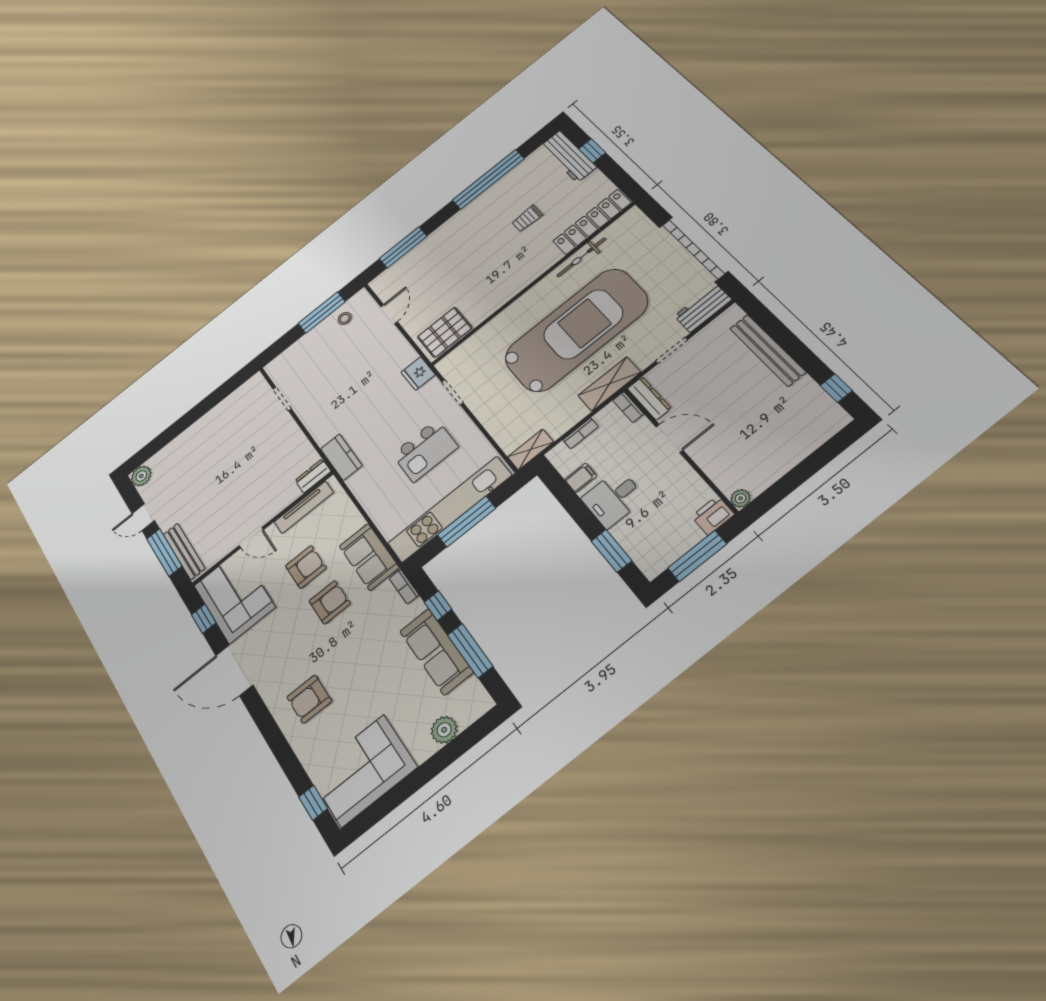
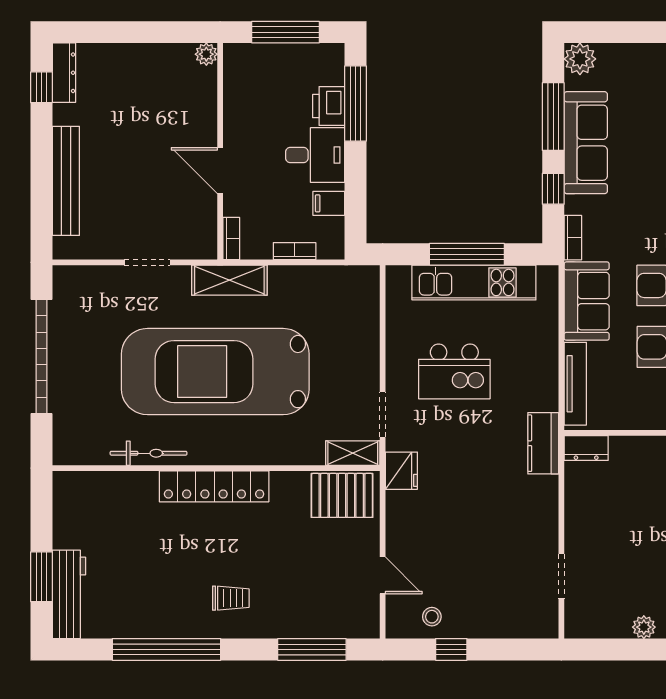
window: (592, 151) -> (41, 577), width x1.50
trolley: (527, 219) -> (231, 598), moved
locker: (592, 222) -> (214, 486), moved
workbench: (703, 308) -> (84, 282), removed
window: (322, 313) -> (451, 649), width x0.46
door: (389, 314) -> (383, 575), swing flipped
dresser: (649, 398) -> (64, 73), moved, turned 180
plant: (216, 413) -> (644, 627), added
shelving: (531, 449) -> (353, 453), moved
kitchen island: (425, 451) -> (454, 371), turned 180
tv unit: (304, 507) -> (575, 384), moved, turned 90
kitchen unit: (450, 509) -> (474, 282), width x0.73
printer: (713, 515) -> (329, 106), moved, turned 90
window: (611, 551) -> (356, 104), width x1.44
plant: (444, 730) -> (580, 59), moved

